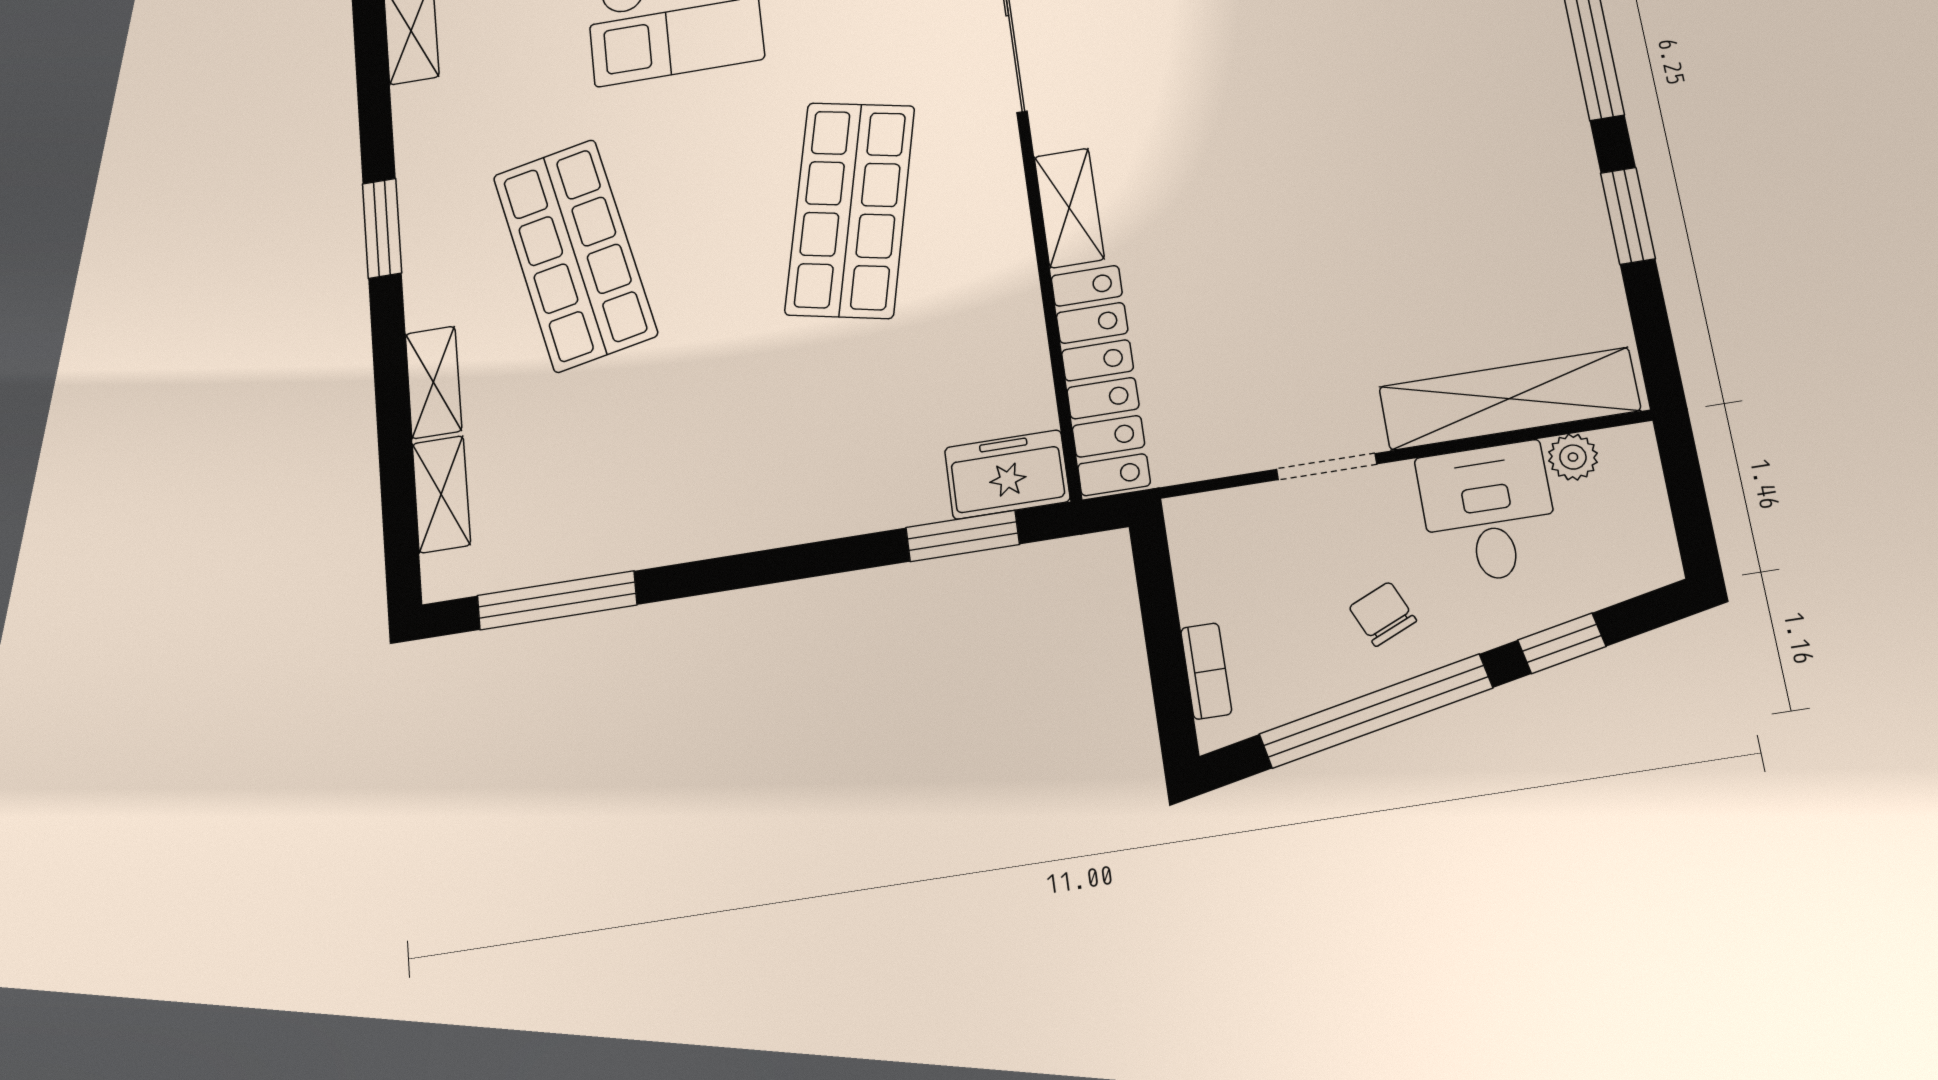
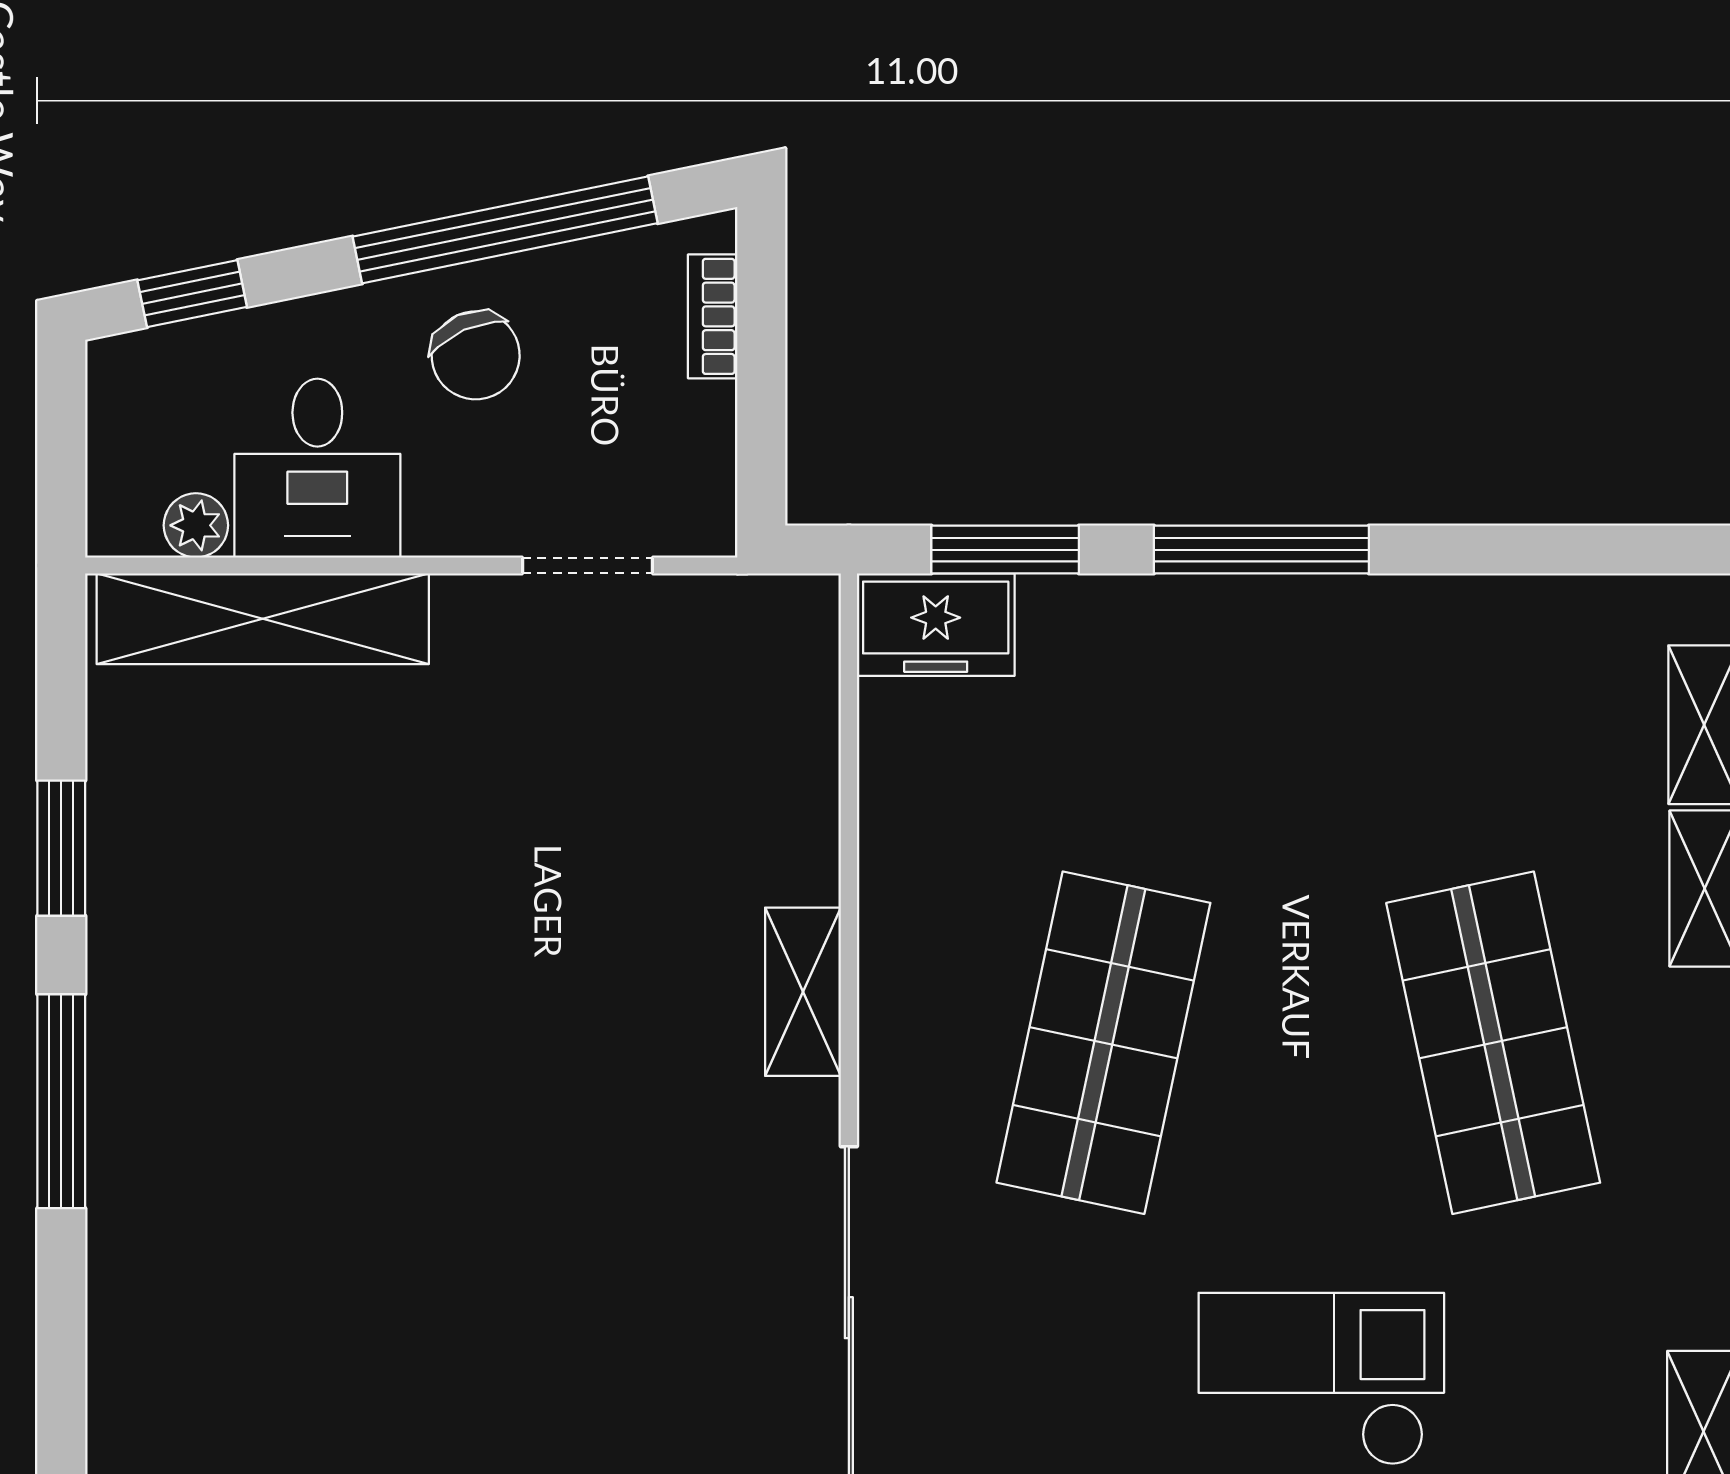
locker: (1100, 379) -> (795, 737), removed
doorway: (1326, 467) -> (587, 565), moved
window: (557, 600) -> (1261, 550), moved
chair: (1383, 614) -> (476, 355), width x1.37, depth x1.37
window: (1562, 643) -> (192, 294), moved

